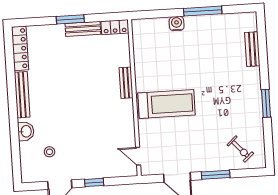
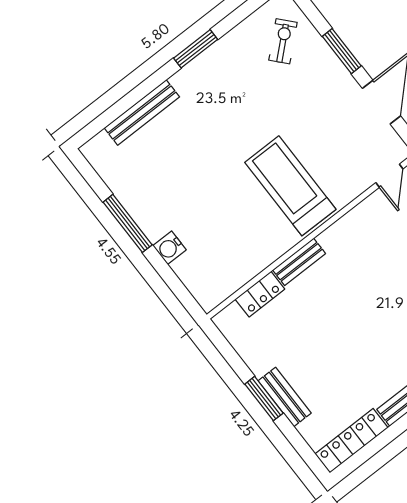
locker: (115, 27) -> (260, 294), moved, turned 90
bench: (83, 29) -> (285, 397), moved
bench: (252, 49) -> (142, 112), width x1.36

